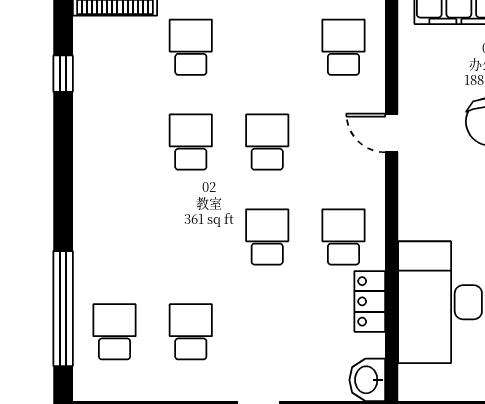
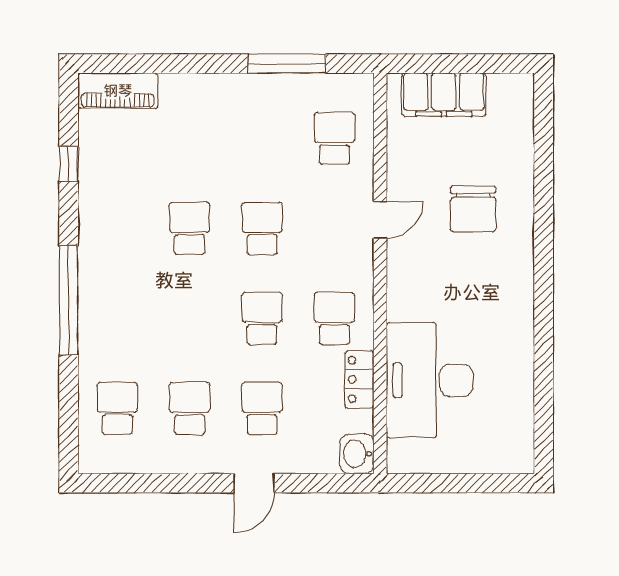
school desk: (191, 47) -> (262, 408), moved
door: (392, 133) -> (380, 220), swing flipped
window: (63, 309) -> (69, 300), moved

